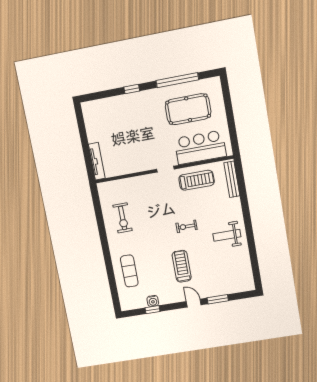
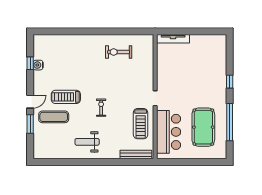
weight bench: (227, 235) -> (87, 142), turned -90
treadmill: (182, 266) -> (66, 97), turned 180
exercise mat: (129, 271) -> (54, 117), moved

